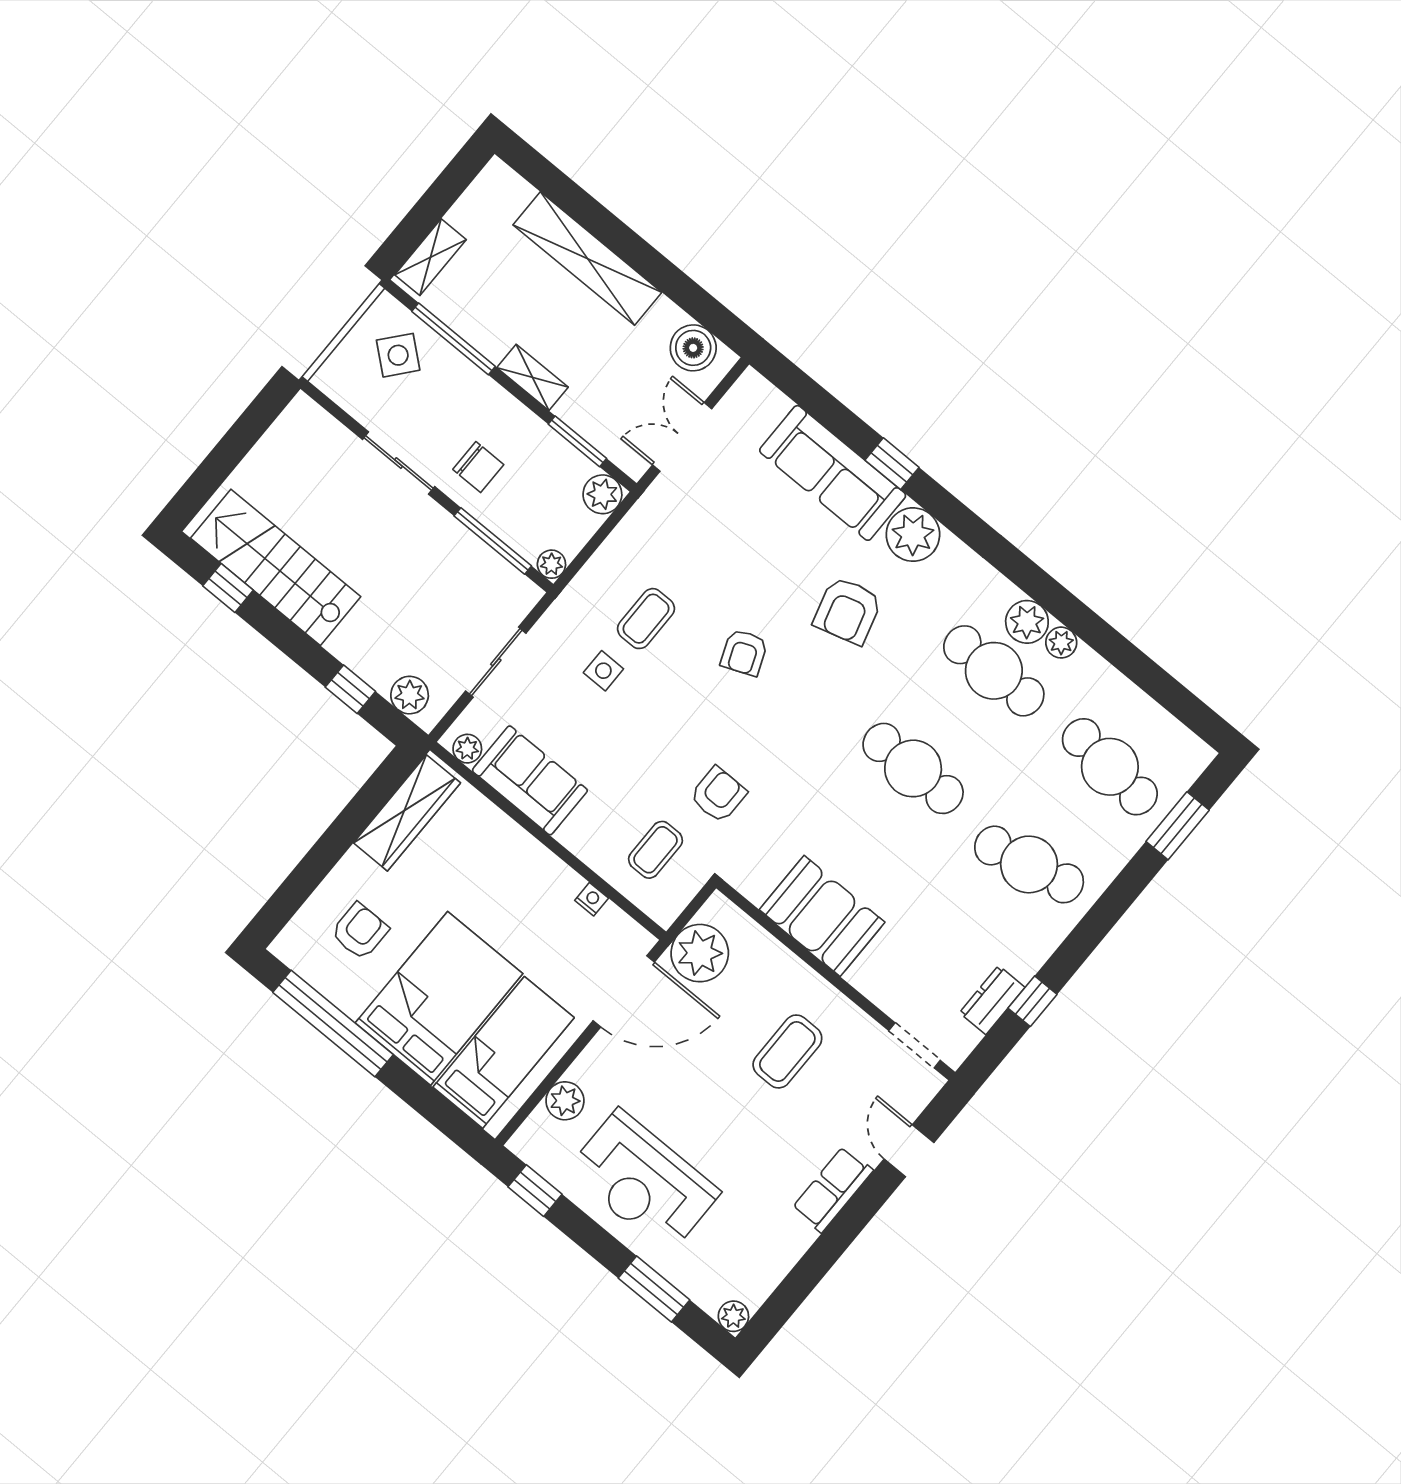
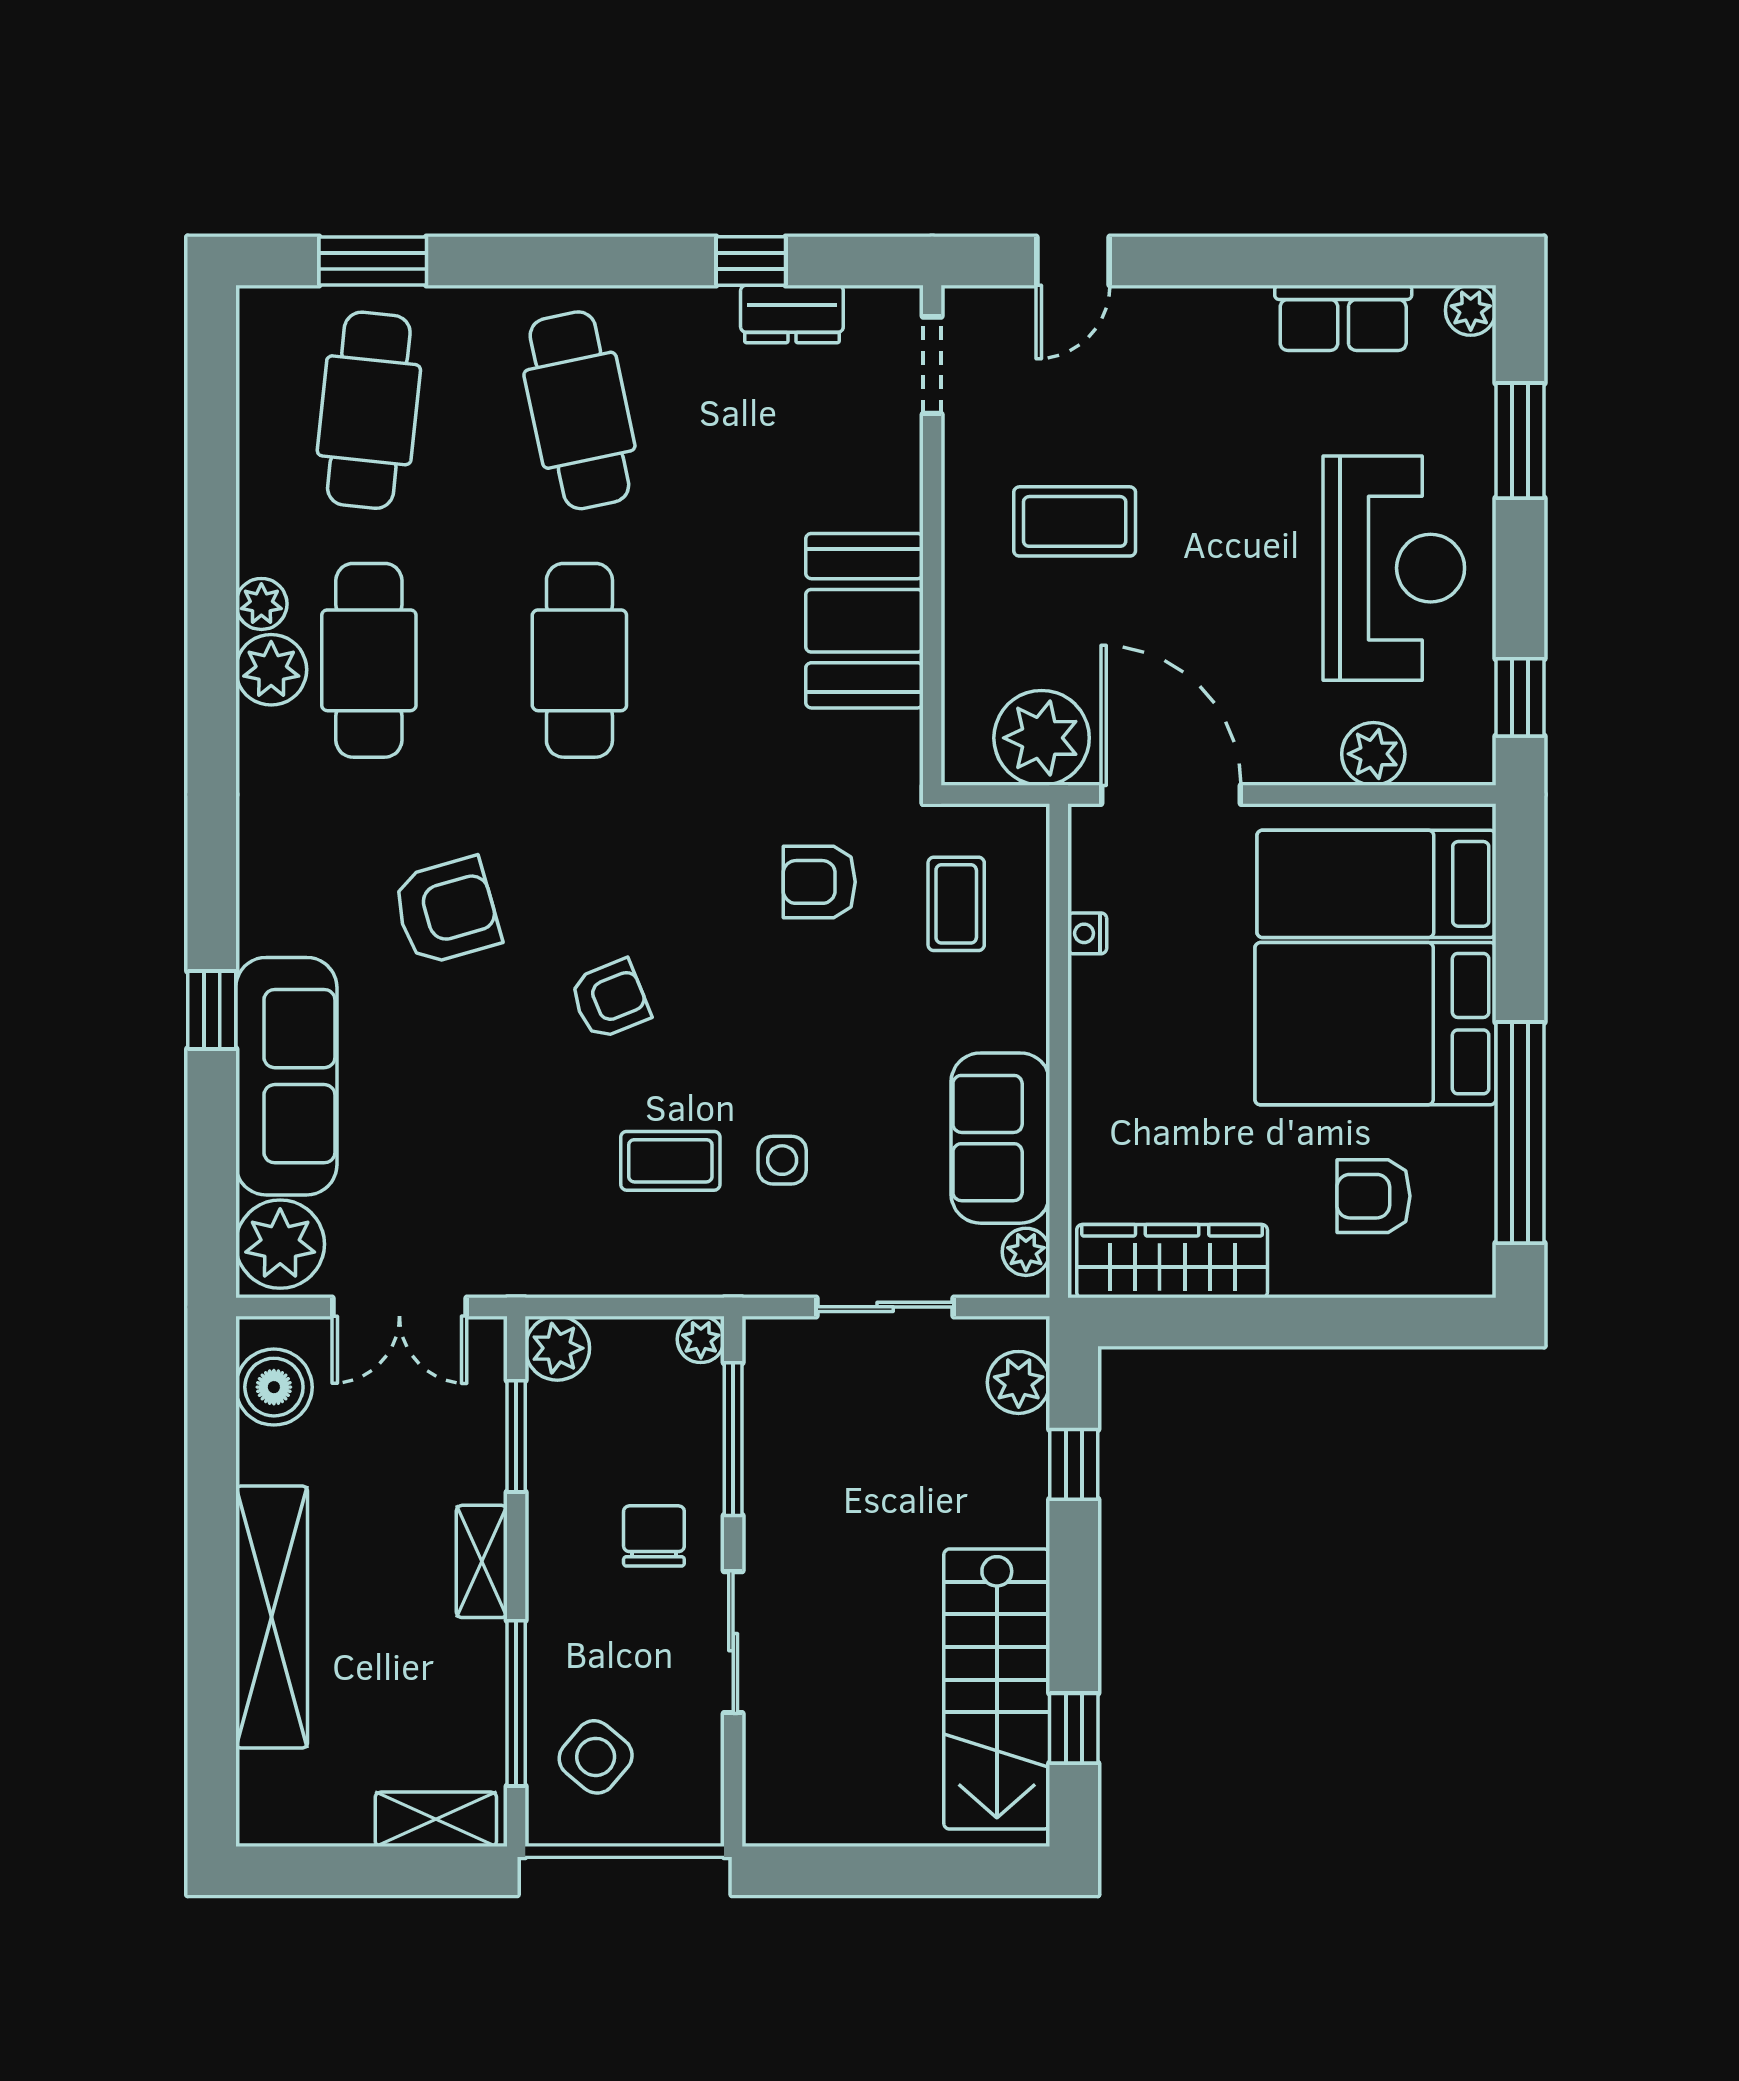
plant: (913, 535) -> (280, 1244), moved
coffee table: (656, 850) -> (956, 904), turned 90
row of seats: (833, 1189) -> (1343, 318), moved

